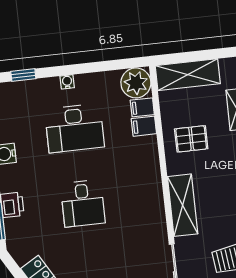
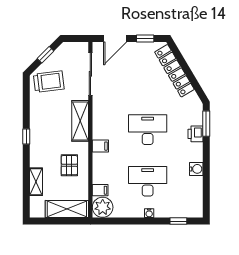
filing cabinet: (144, 126) -> (100, 146), moved
pallet: (191, 139) -> (69, 165), turned 90
desk: (83, 203) -> (148, 130), width x1.37

